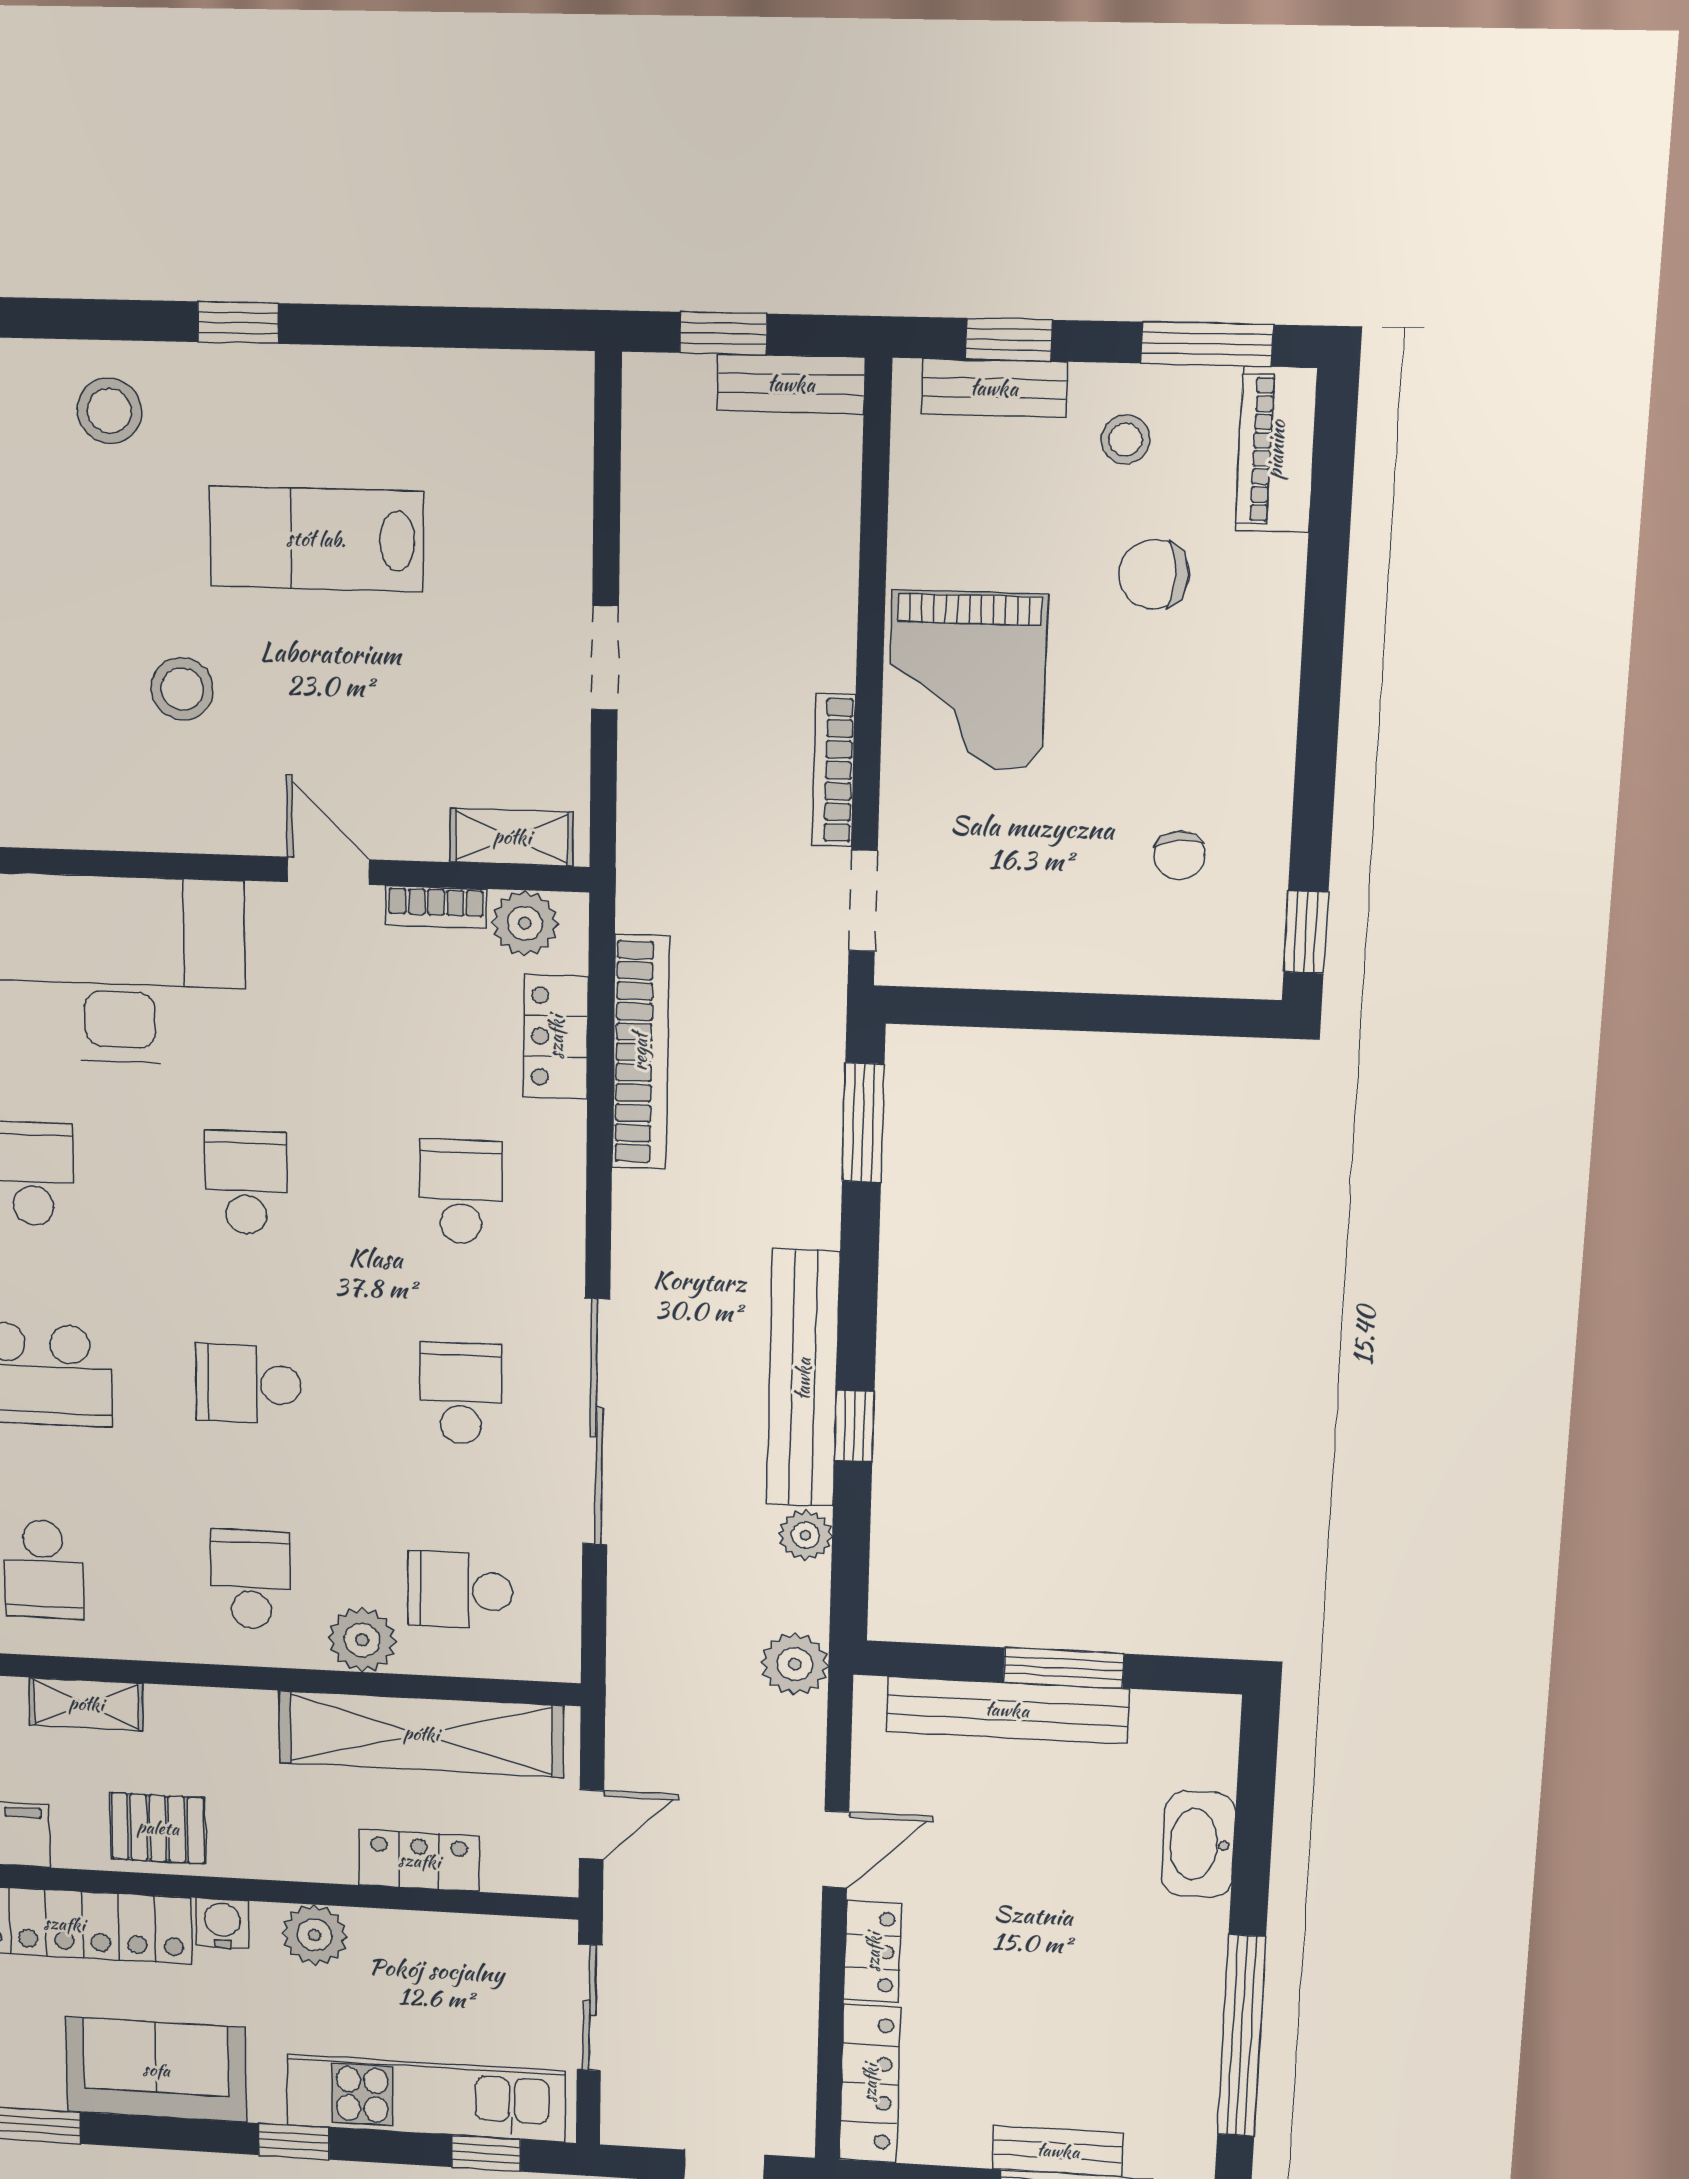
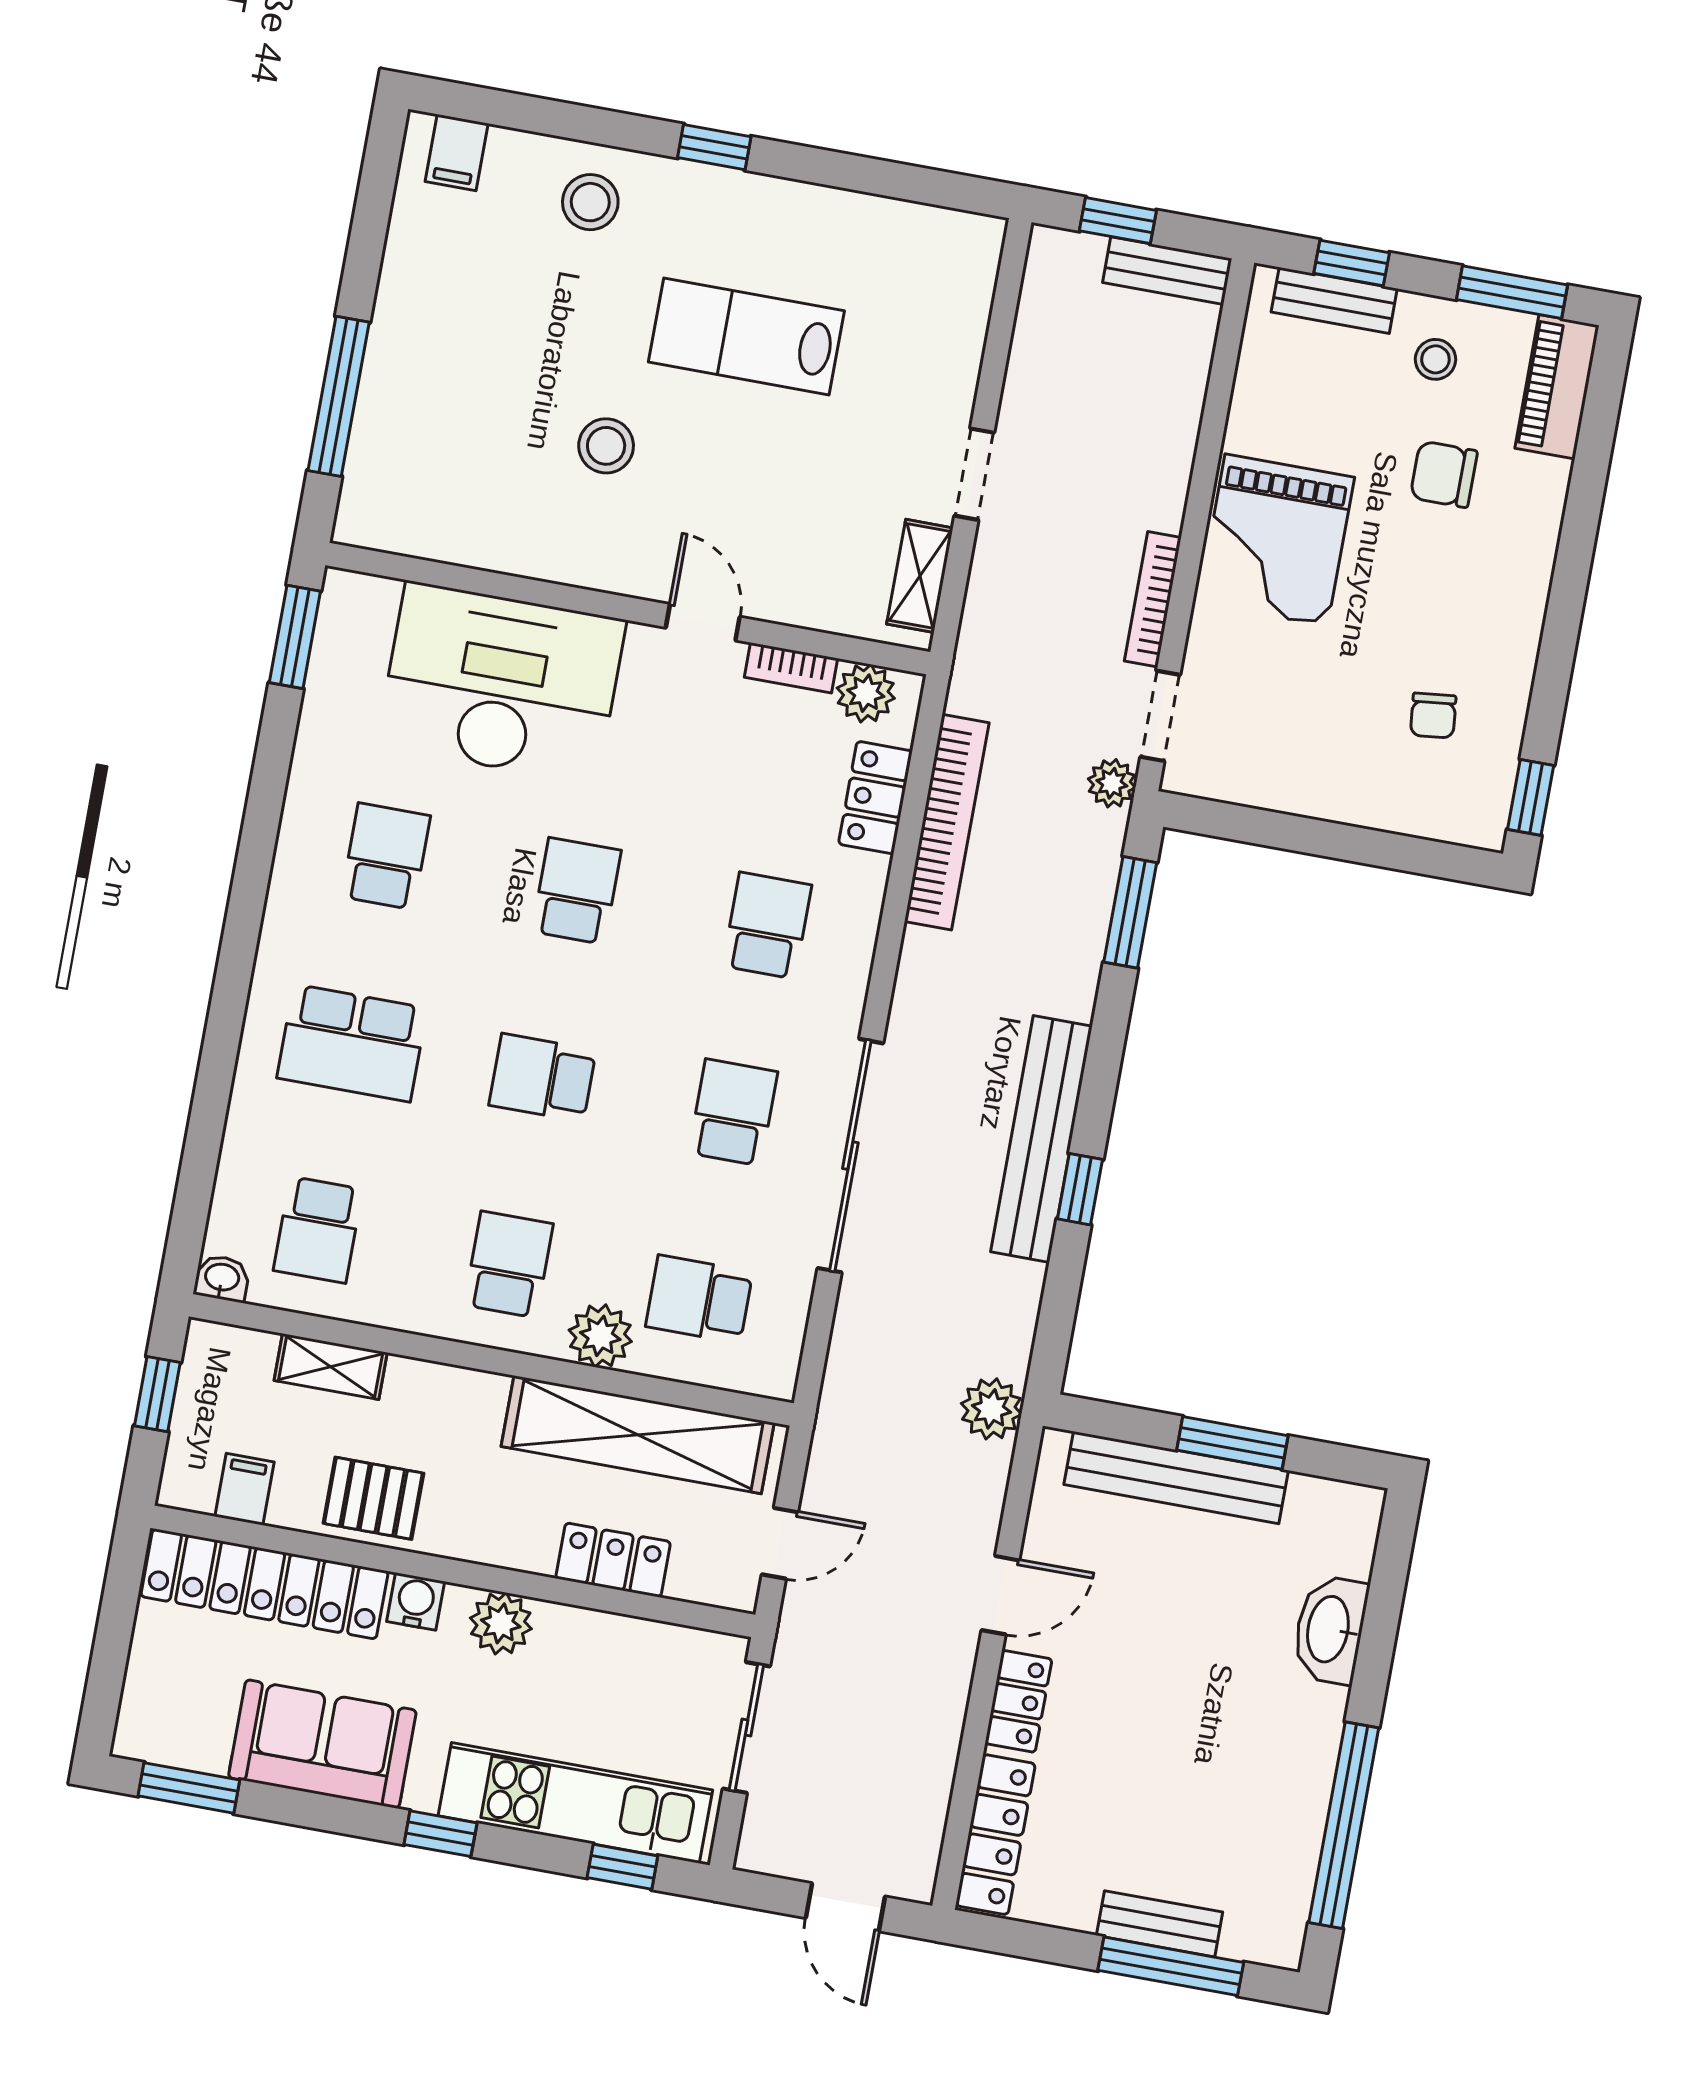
shelving: (512, 837) -> (920, 576), moved, turned 90
plant: (805, 1535) -> (1112, 783), moved

